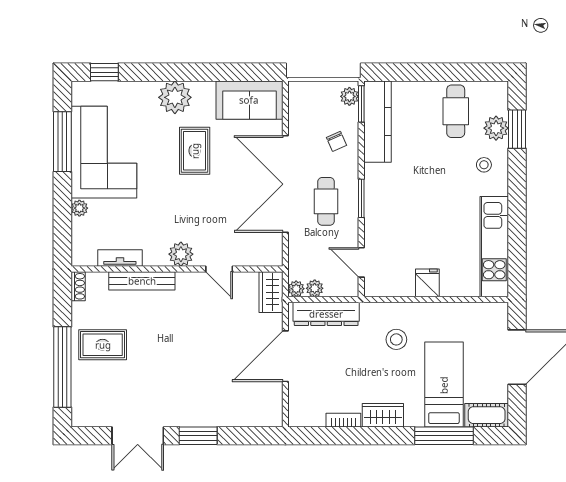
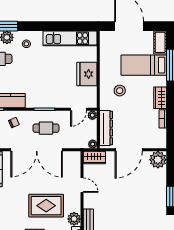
rug: (195, 151) -> (46, 206), moved, width x1.36, depth x1.43
plant: (181, 254) -> (74, 219), moved
door: (219, 269) -> (82, 185), hinge flipped
fridge: (427, 283) -> (87, 74), width x1.88, depth x1.34
plant: (315, 288) -> (92, 115), moved
door: (285, 356) -> (129, 150), hinge flipped
plant: (267, 411) -> (158, 160), added

